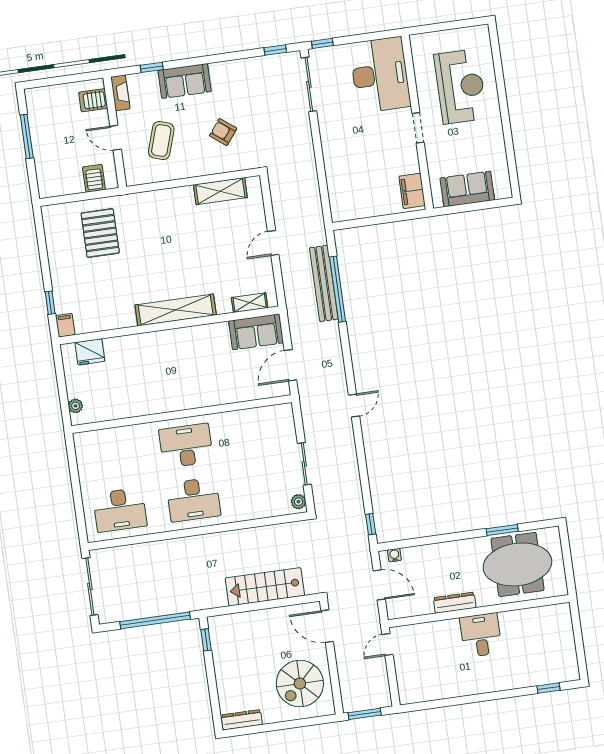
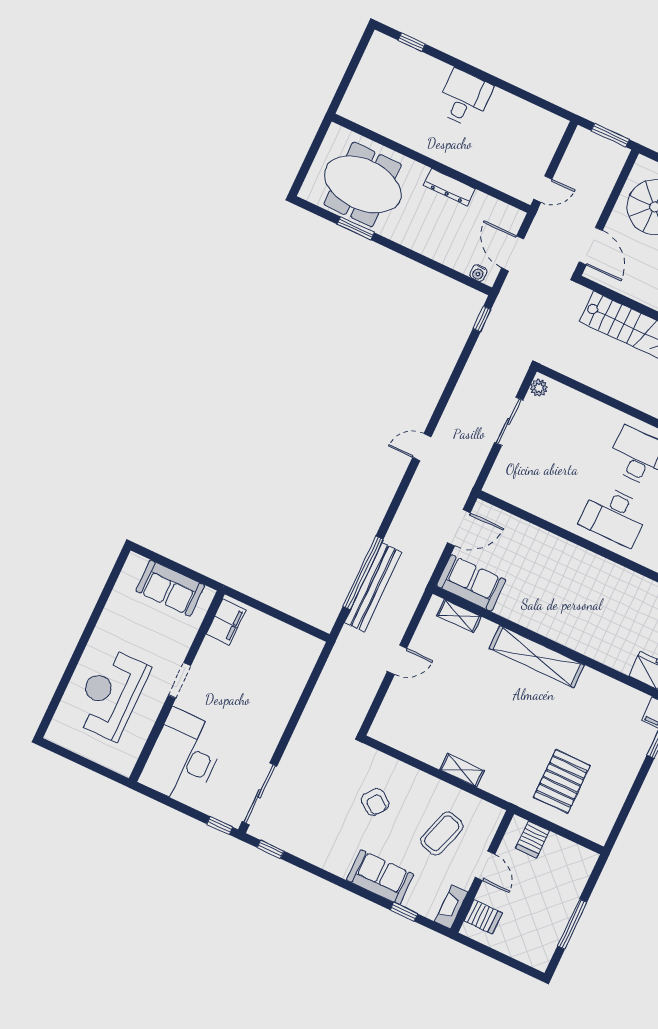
shelving: (220, 191) -> (462, 770), moved, width x0.67, depth x0.75
desk: (481, 635) -> (464, 98), moved, turned 180

